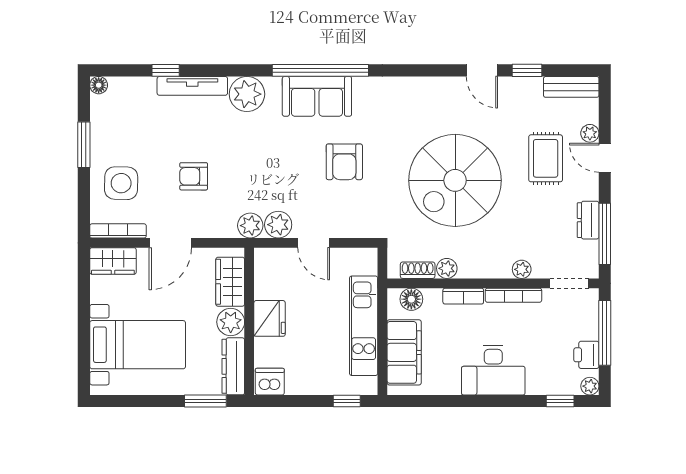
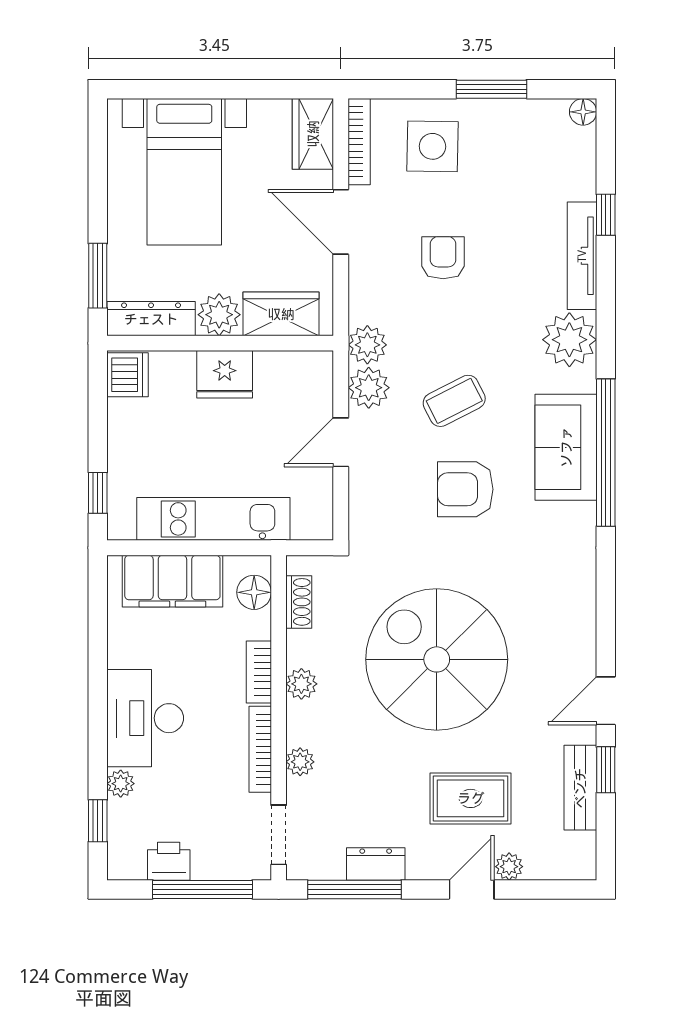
bench: (571, 87) -> (580, 788), moved
coffee table: (287, 169) -> (454, 401), added
plant: (447, 268) -> (301, 684), moved
plant: (590, 386) -> (121, 784), moved

